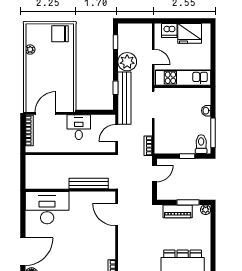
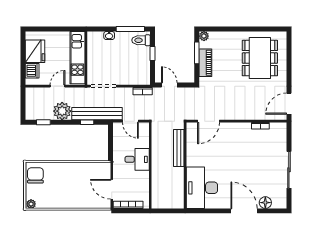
chair: (60, 34) -> (35, 175), turned 180
plant: (30, 50) -> (31, 204), moved
desk: (79, 127) -> (137, 159), moved, turned 180

